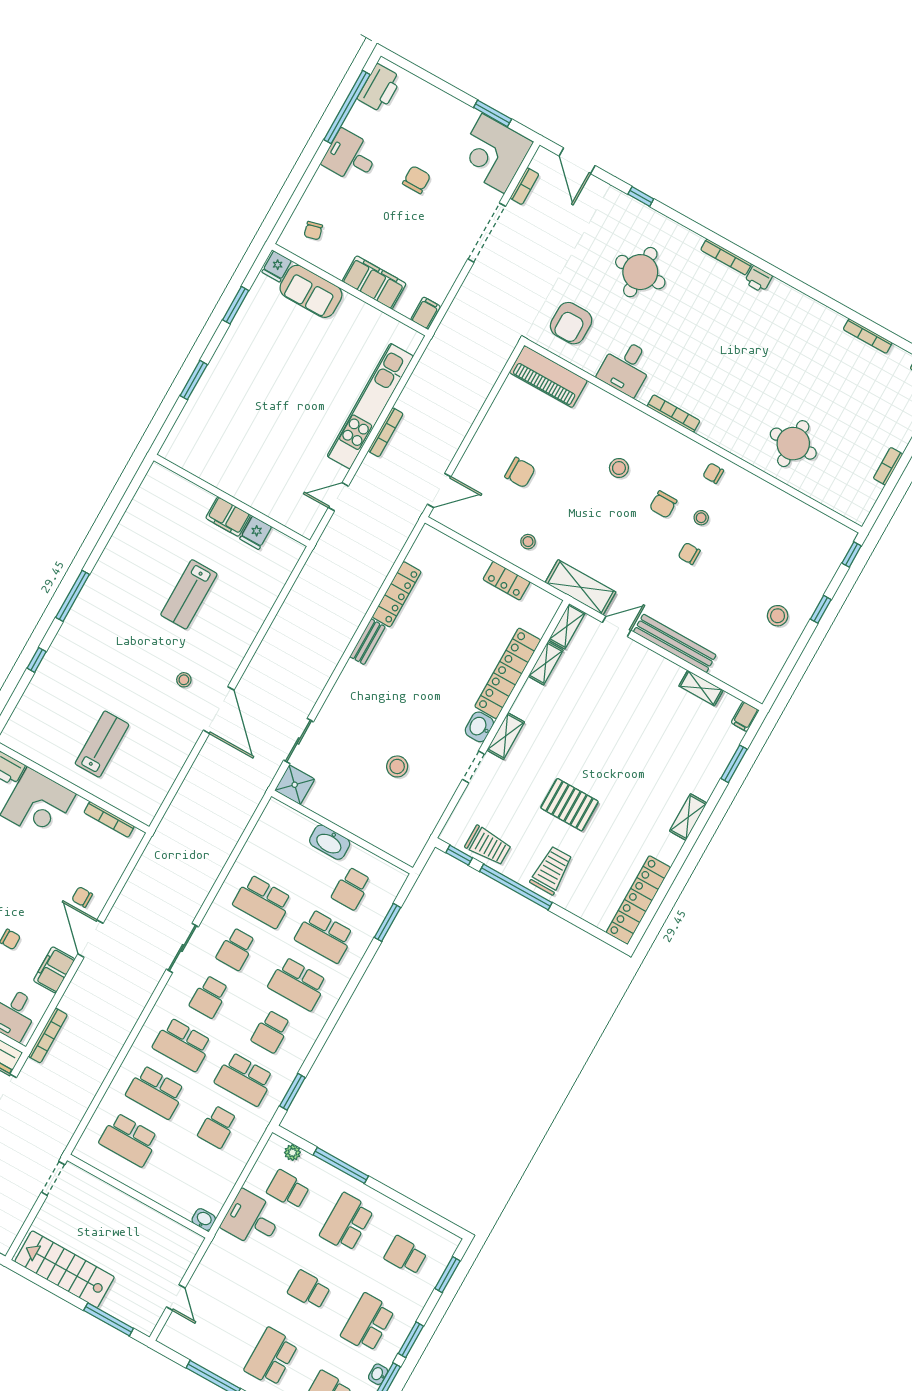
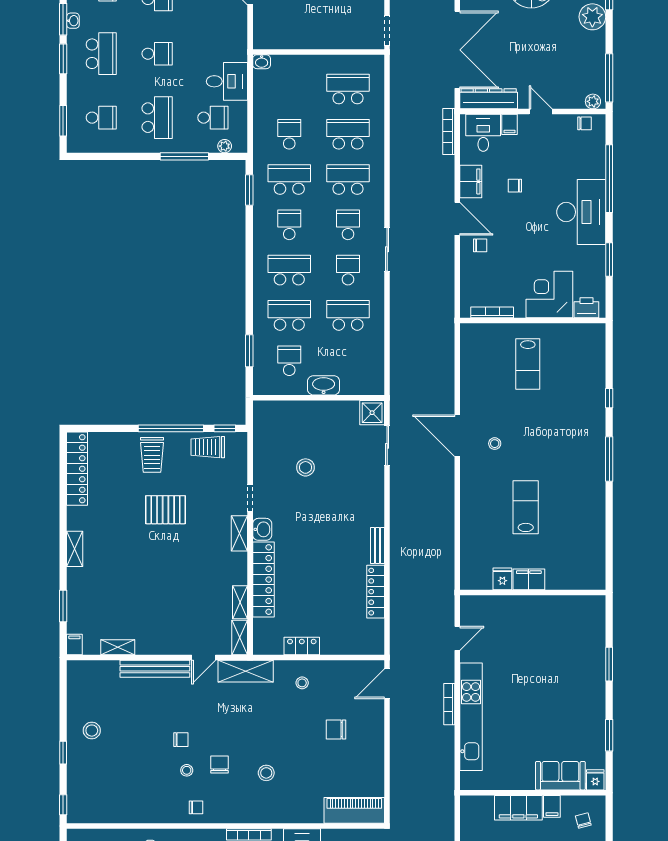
filing cabinet: (426, 313) -> (552, 806), moved

